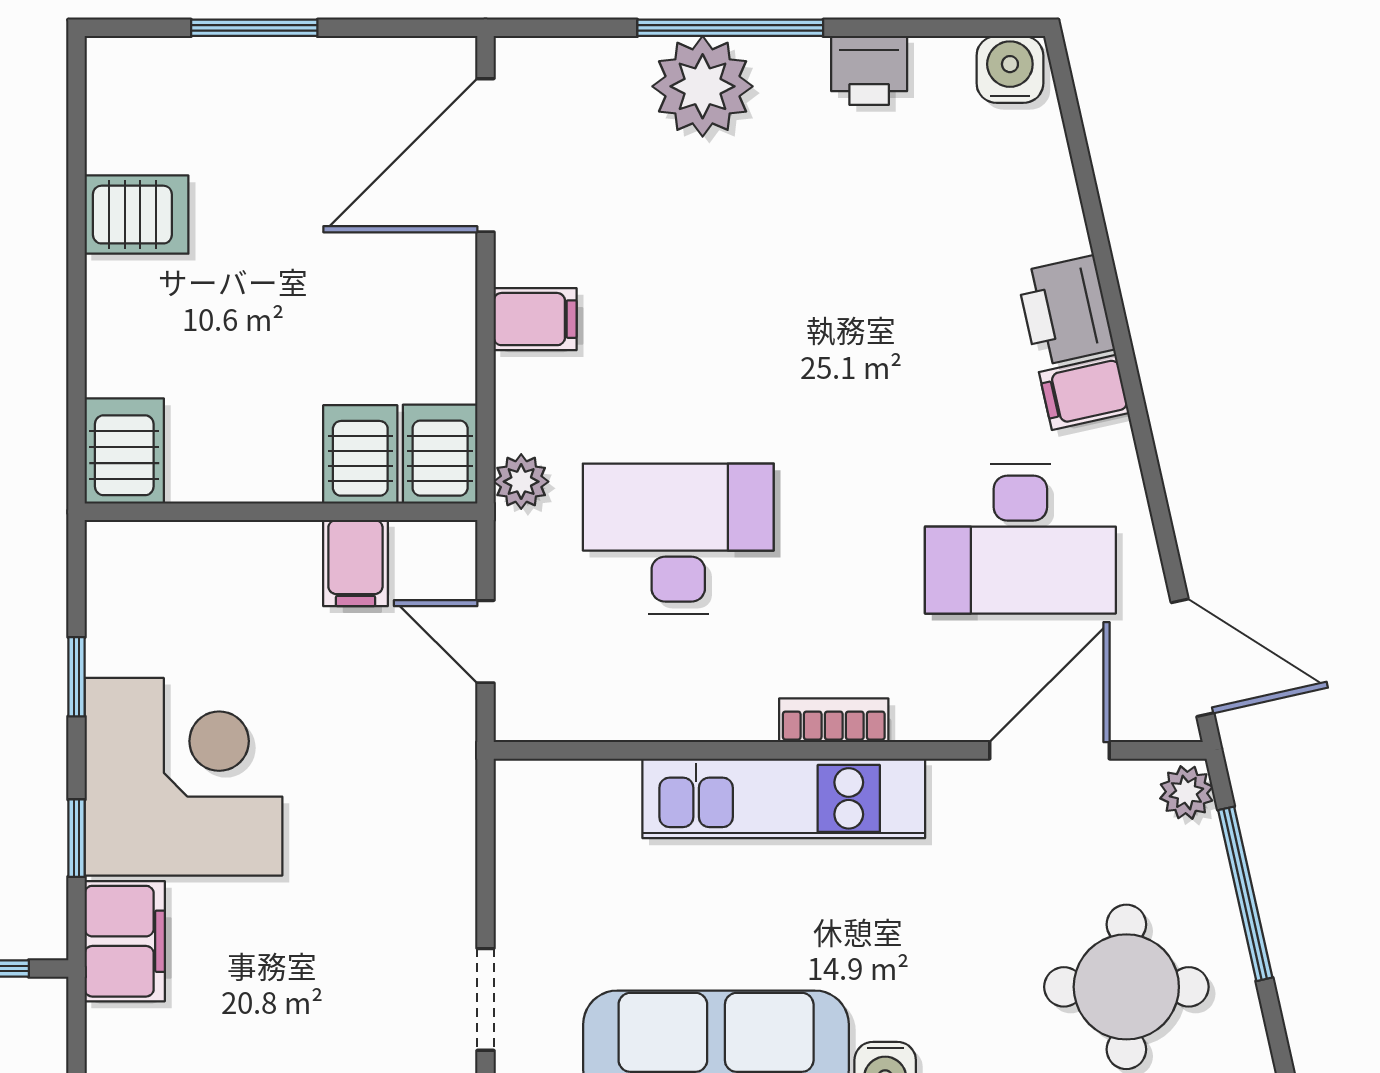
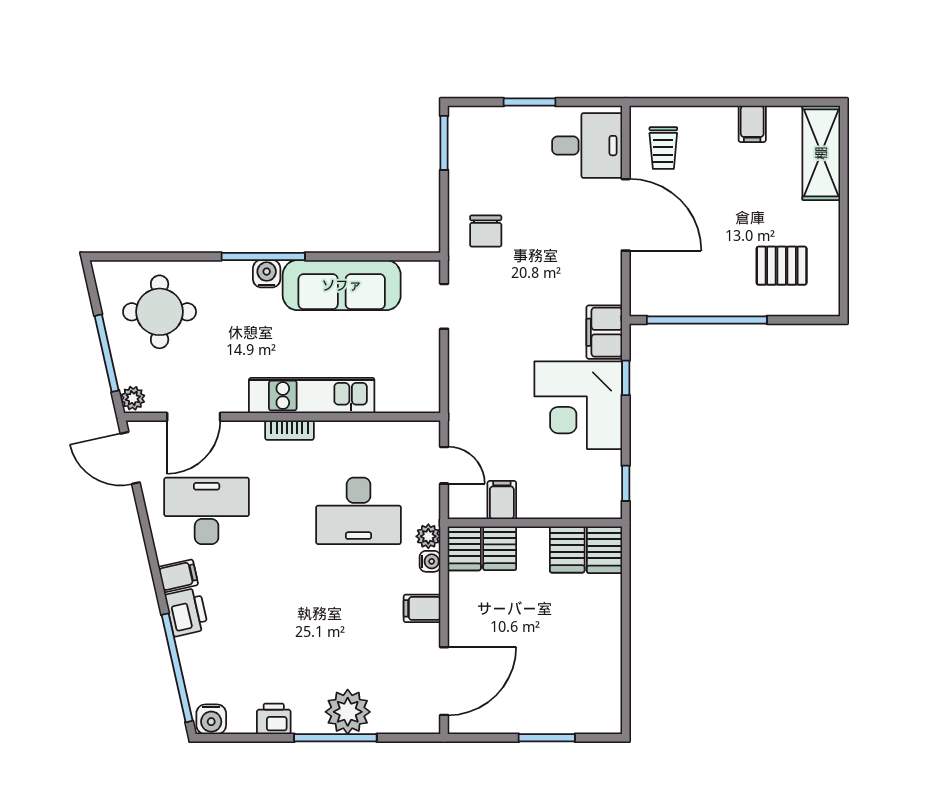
window: (1087, 185) -> (177, 668), added
server rack: (137, 215) -> (567, 549), moved, turned -90
water cooler: (517, 425) -> (430, 561), added
window: (76, 677) -> (626, 483), moved

